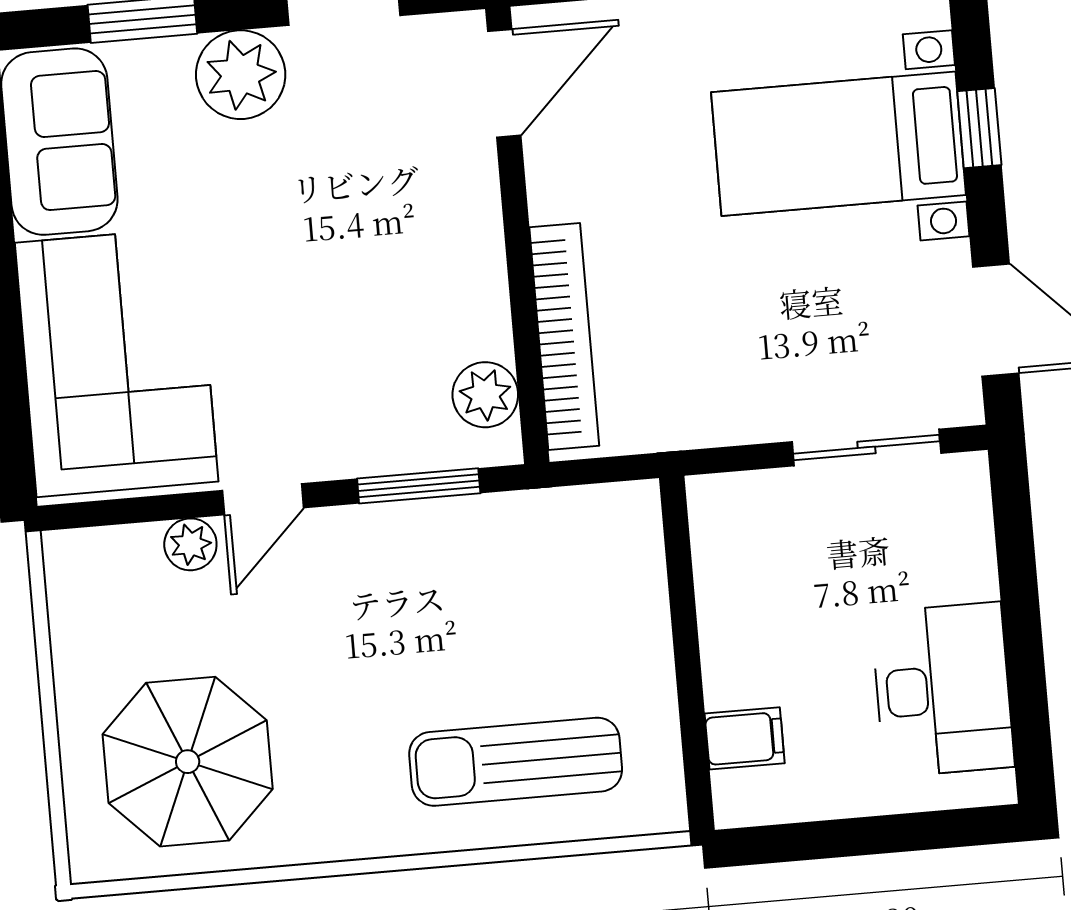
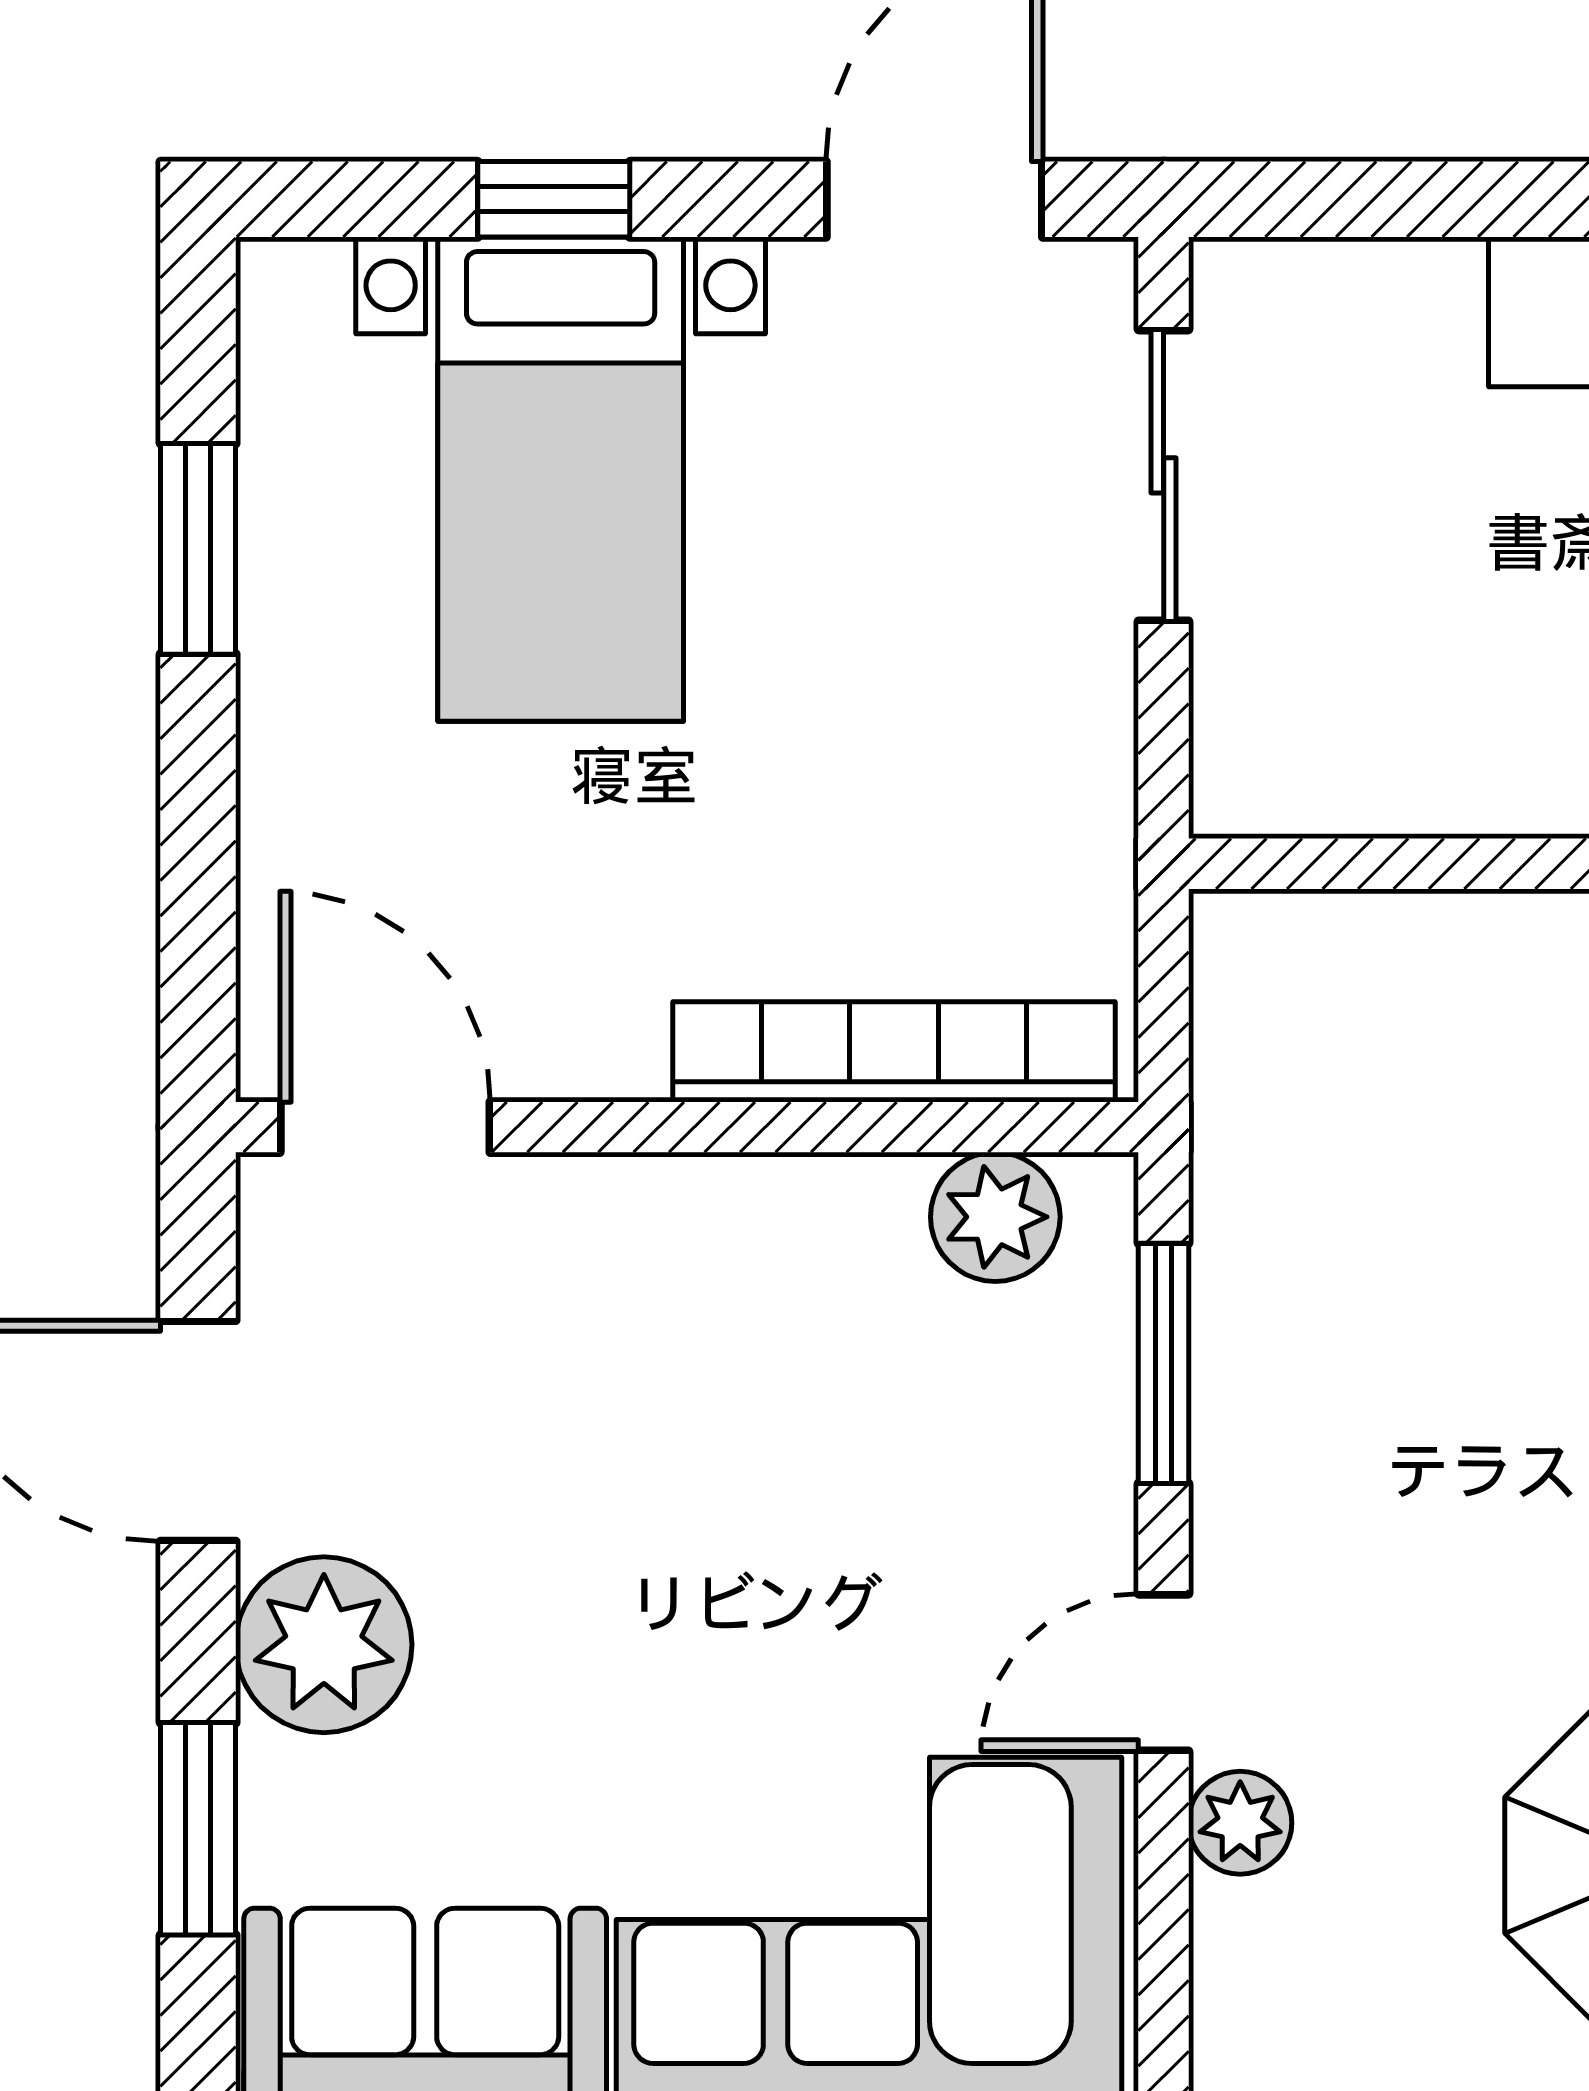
door: (263, 499) -> (1164, 1673), swing flipped

